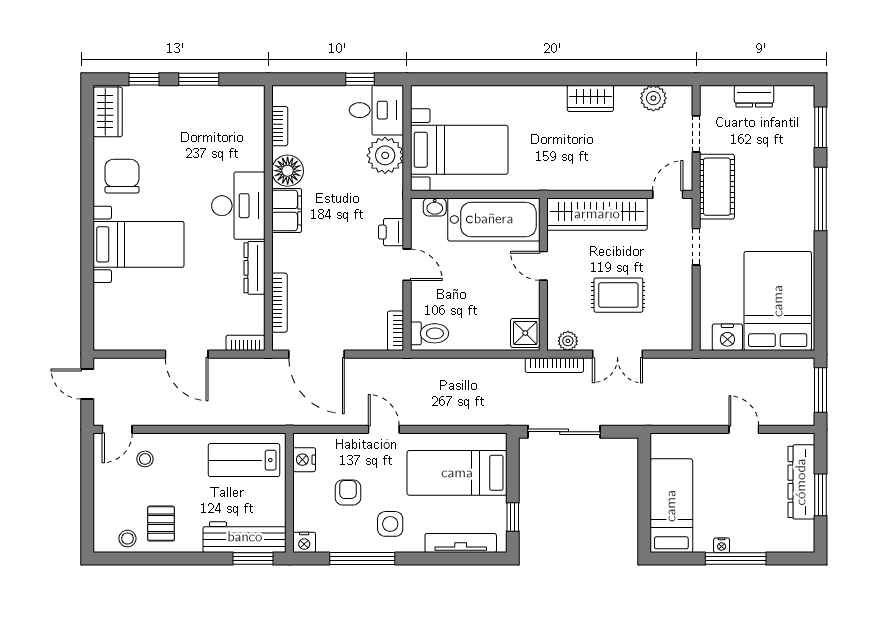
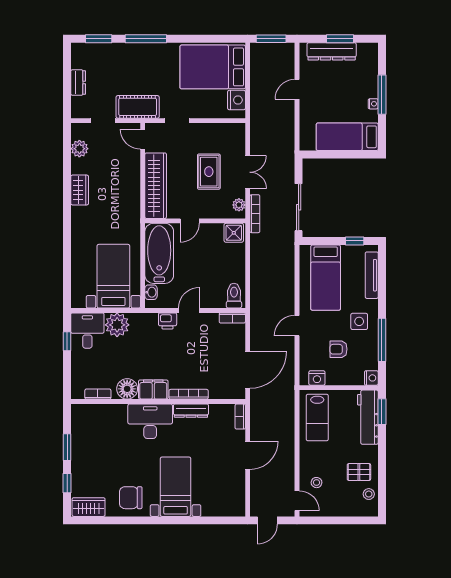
bookcase: (279, 303) -> (189, 394), moved

